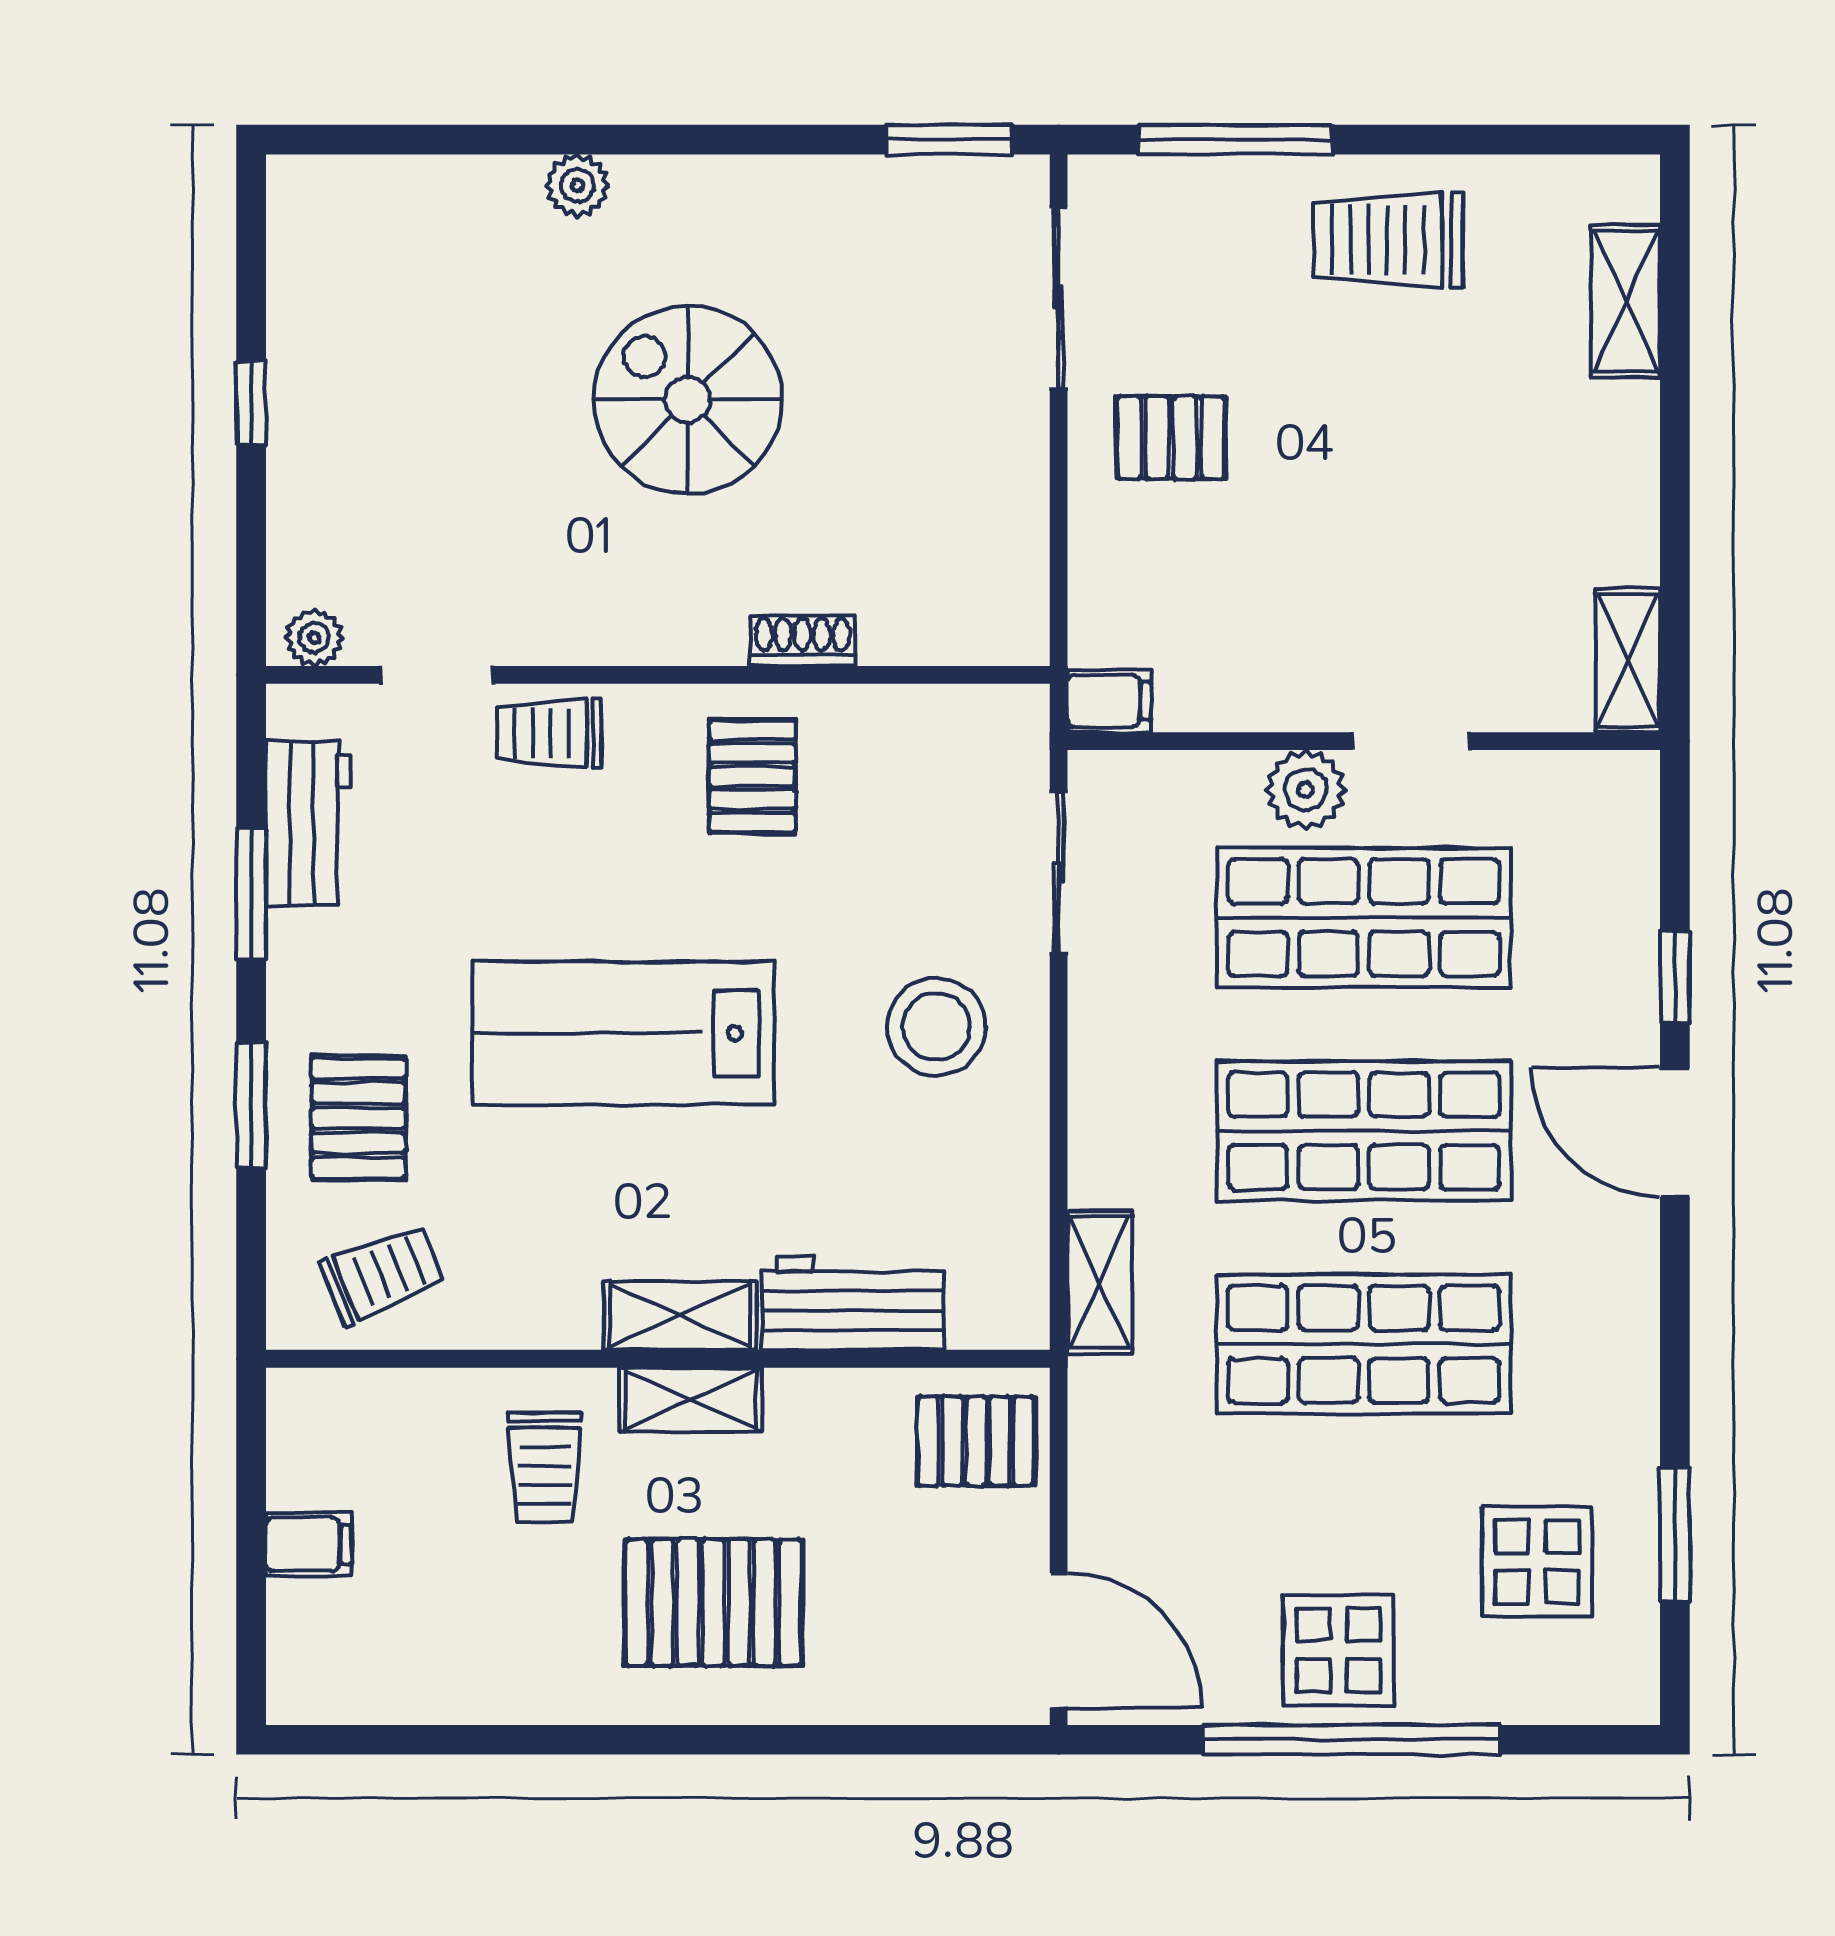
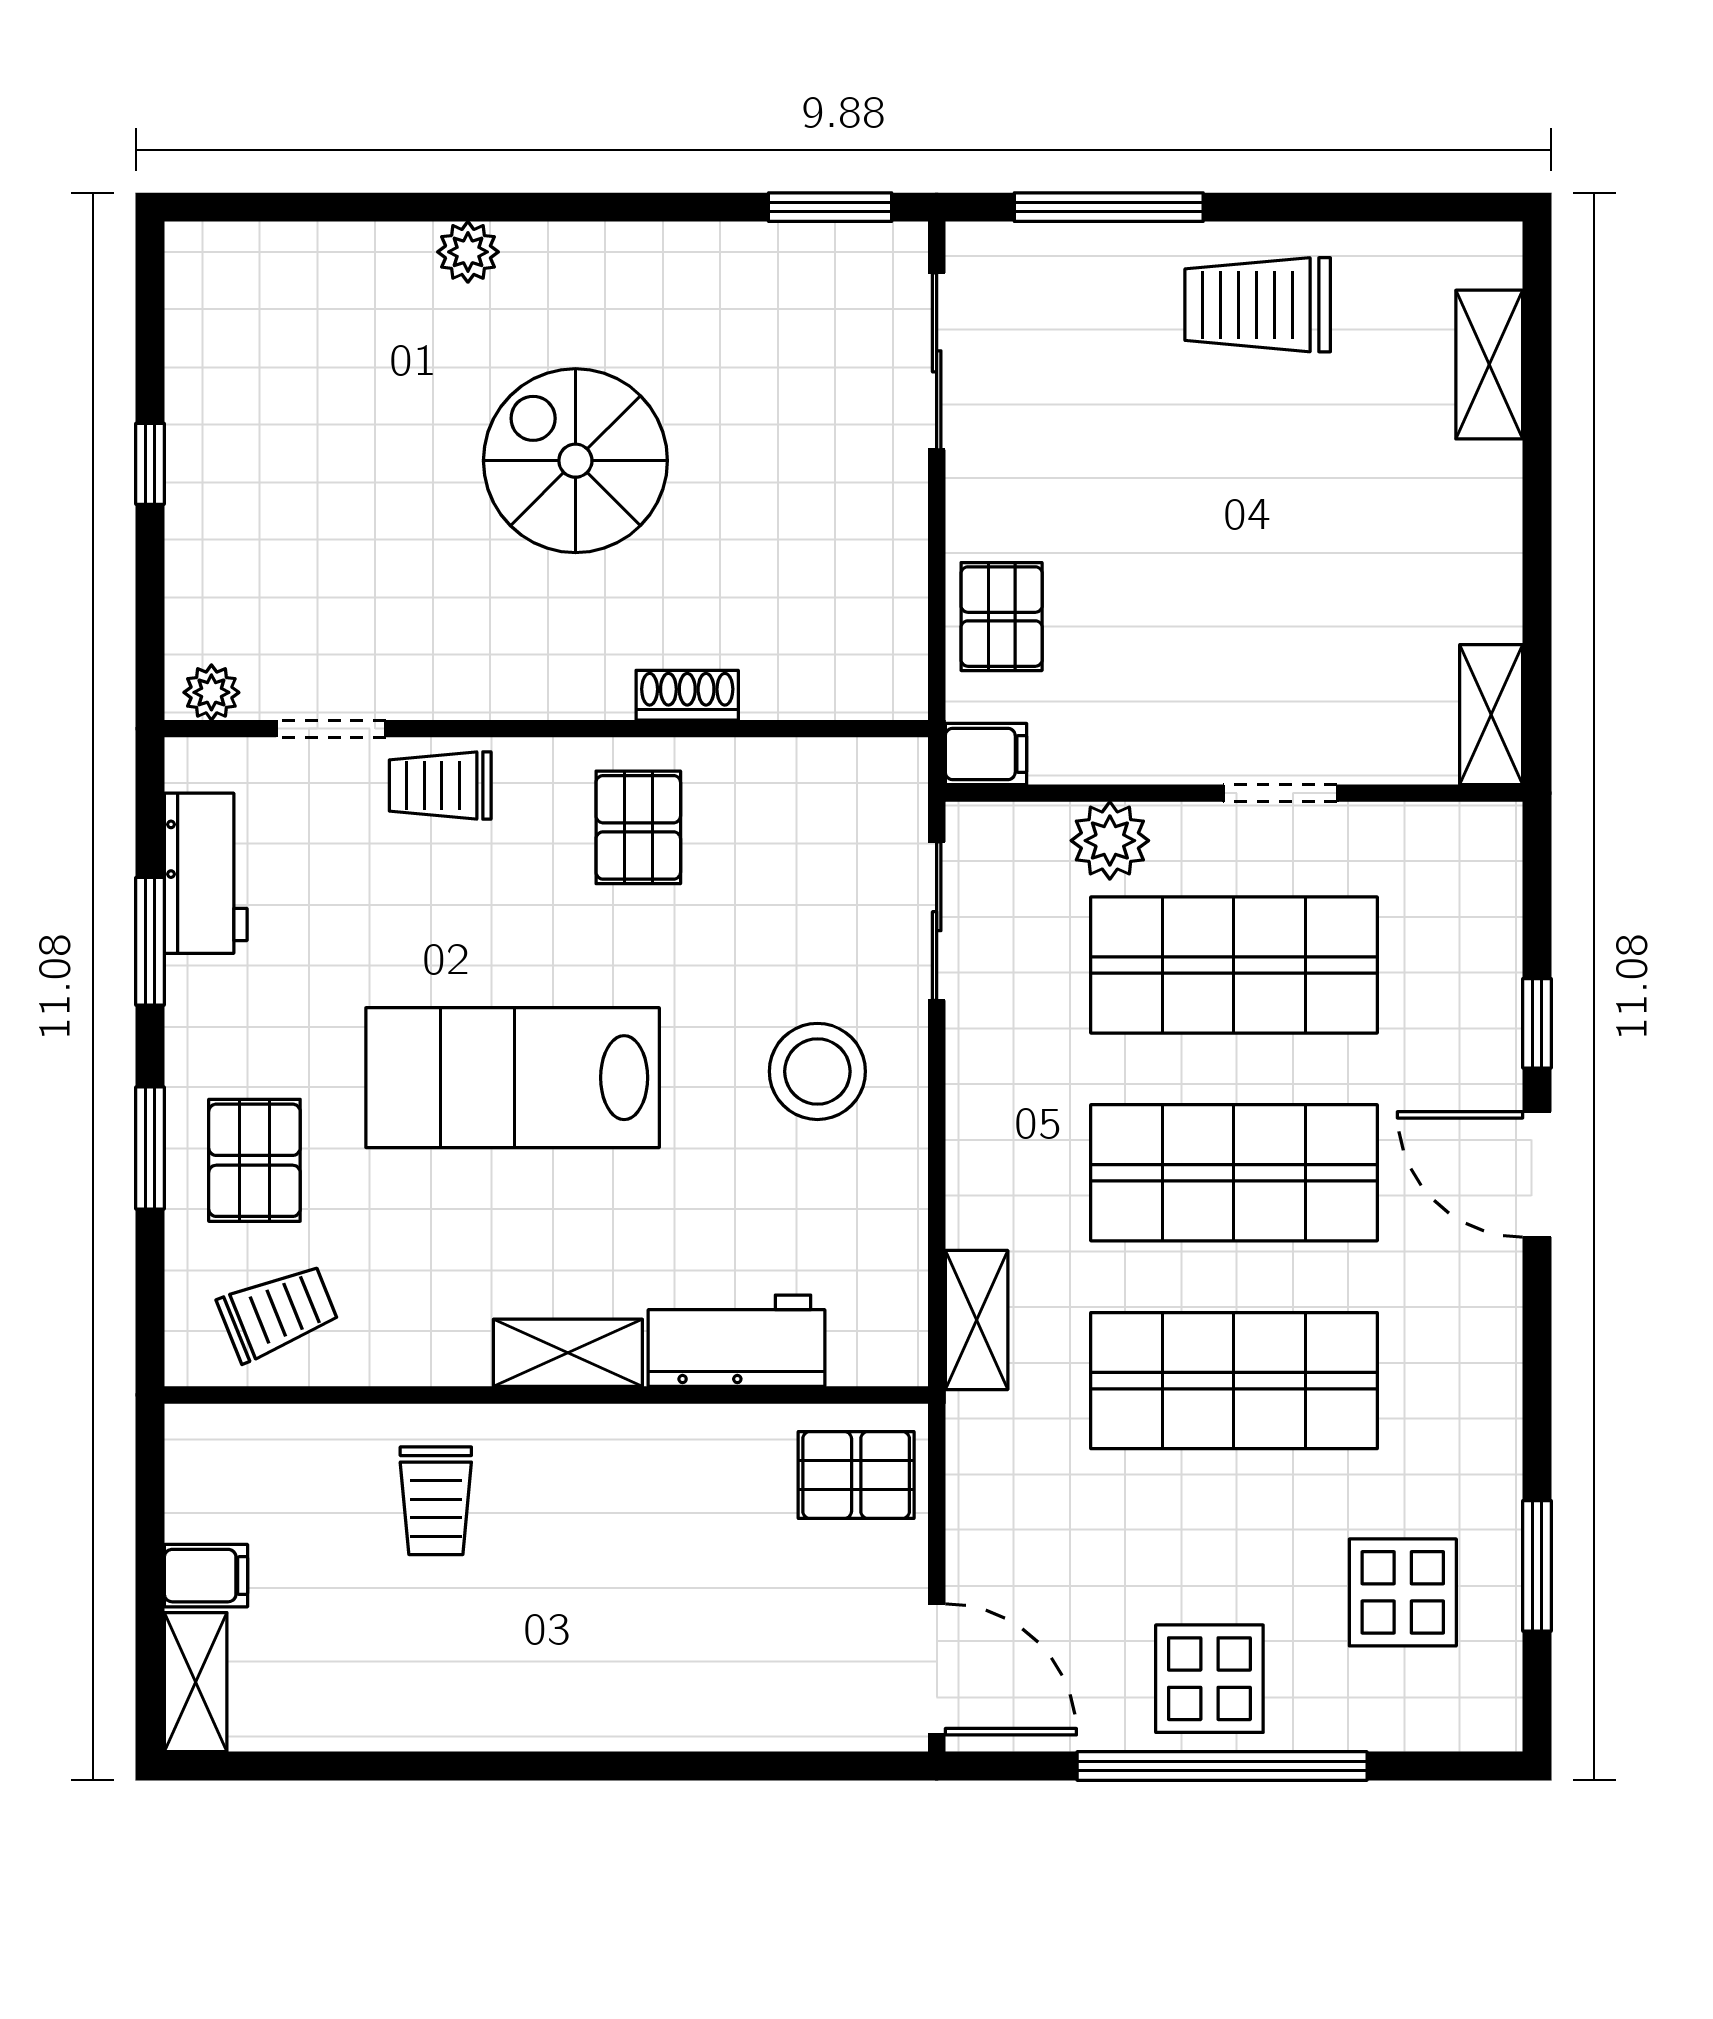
pallet: (1171, 438) -> (1002, 617), moved, turned 90
plant: (1306, 790) -> (1110, 841), moved
shelving: (691, 1400) -> (196, 1682), moved, turned 90
pallet: (713, 1602) -> (600, 1632), removed

